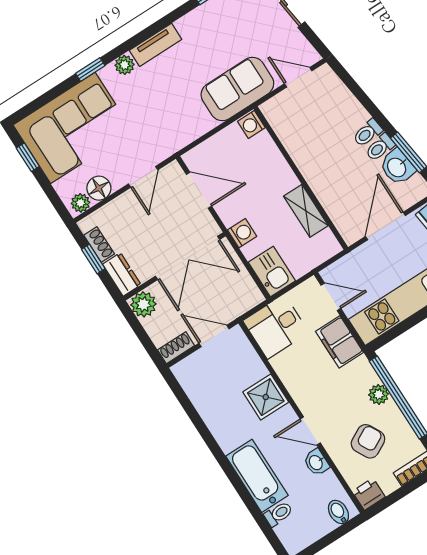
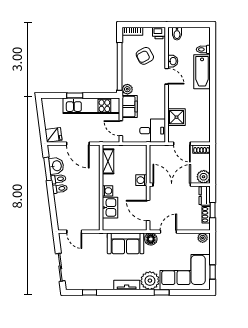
plant: (125, 65) -> (150, 281), width x1.88, depth x1.88
sofa: (237, 89) -> (126, 243), moved
washing machine: (251, 124) -> (107, 191), moved
floor lamp: (99, 188) -> (151, 239), moved
shelving: (306, 211) -> (108, 161), moved
door: (385, 226) -> (78, 144), hinge flipped
kitchen sink: (272, 271) -> (110, 208), moved, turned 180
plant: (379, 394) -> (127, 89), moved
shower: (266, 397) -> (177, 117), moved

